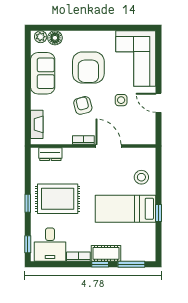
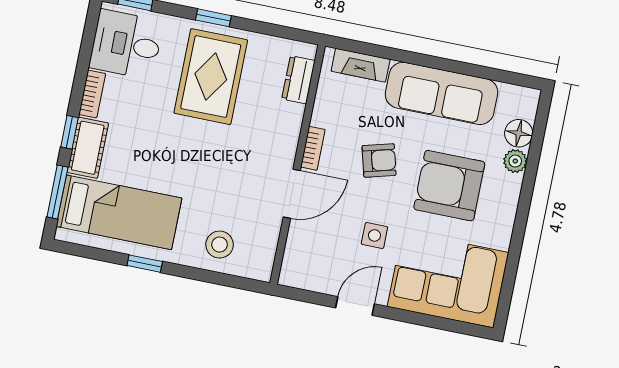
plant: (41, 37) -> (515, 161), moved
sofa: (43, 73) -> (442, 93), width x1.36
bed: (125, 209) -> (119, 212), moved, turned 90

